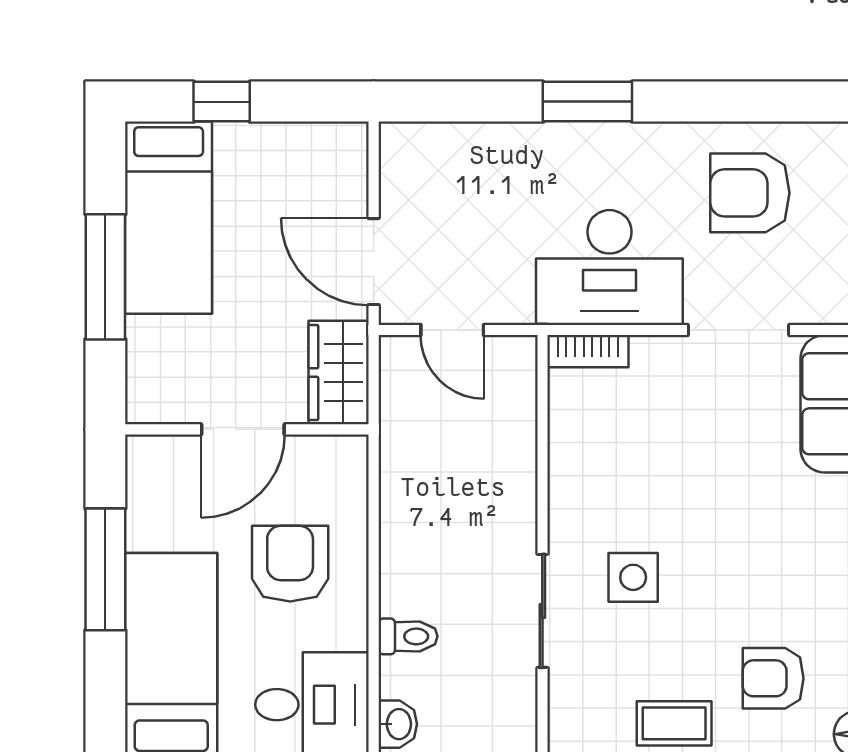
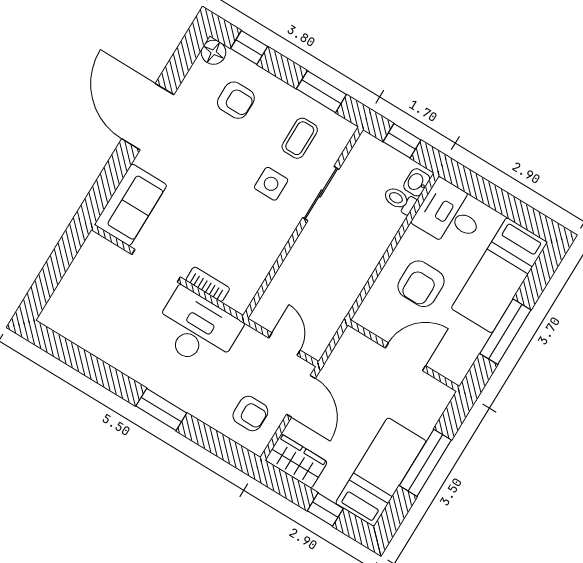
armchair: (750, 193) -> (250, 414), moved, width x0.72, depth x0.72
bookcase: (588, 351) -> (208, 284), moved
wardrobe: (339, 373) -> (296, 461), moved, turned -90
toilet: (408, 636) -> (400, 200), moved
coffee table: (674, 723) -> (300, 138), moved, turned 90

